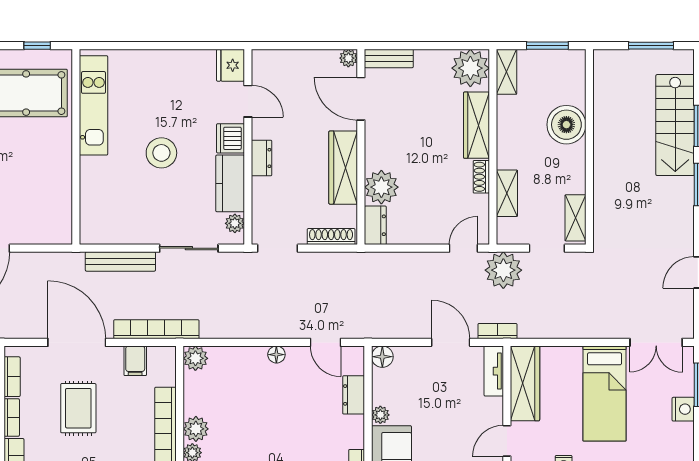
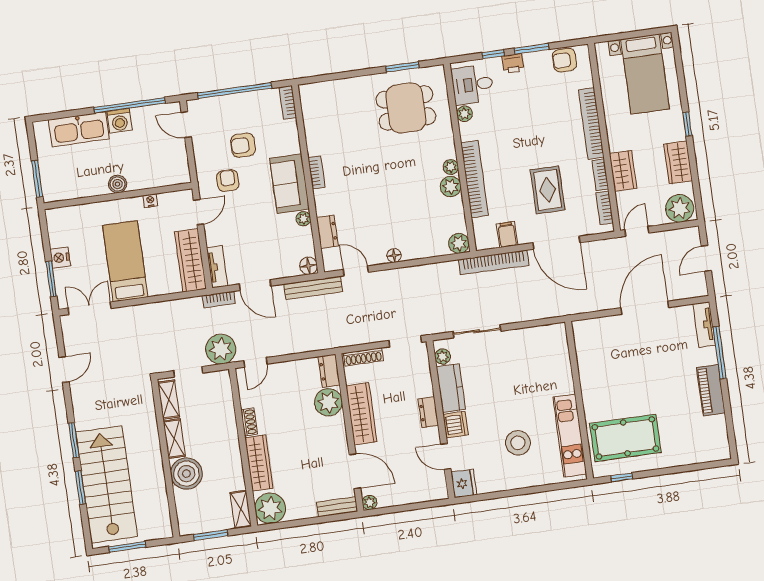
stairs: (675, 125) -> (107, 484), width x1.36, depth x1.51
stool: (161, 153) -> (518, 443), moved
shelving: (507, 193) -> (174, 439), moved
bench: (120, 262) -> (313, 288), moved

